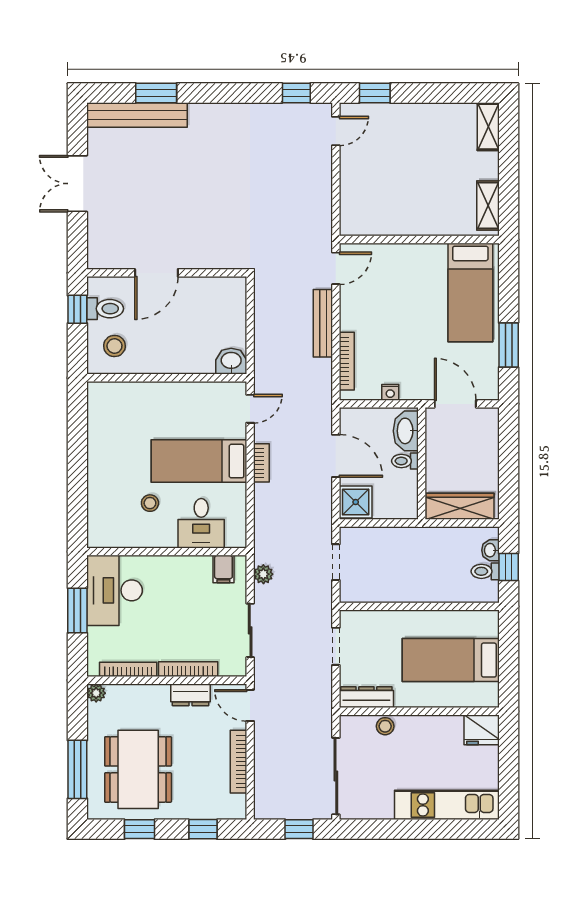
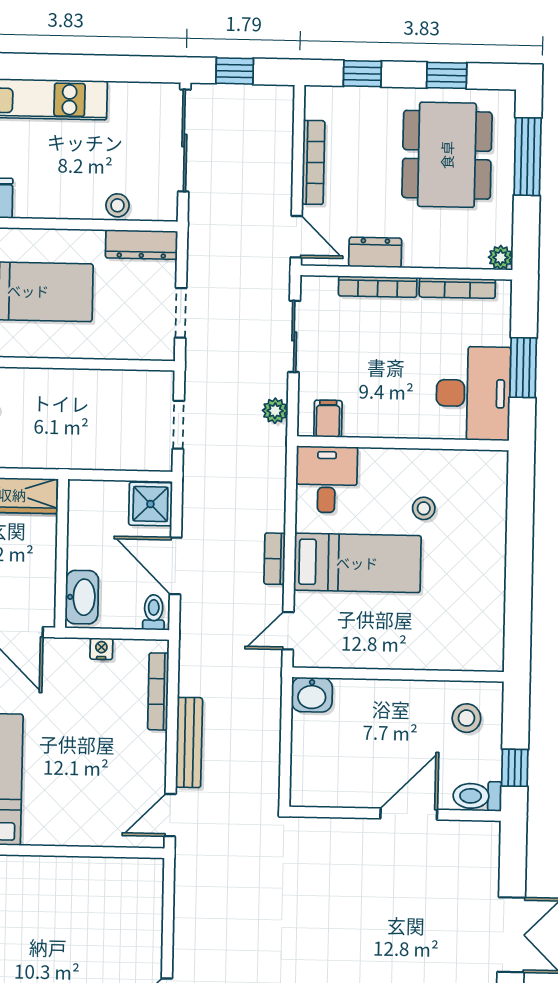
toilet: (105, 309) -> (477, 796), moved
toilet: (405, 461) -> (154, 612), moved, turned -90
desk: (201, 523) -> (327, 479), moved

